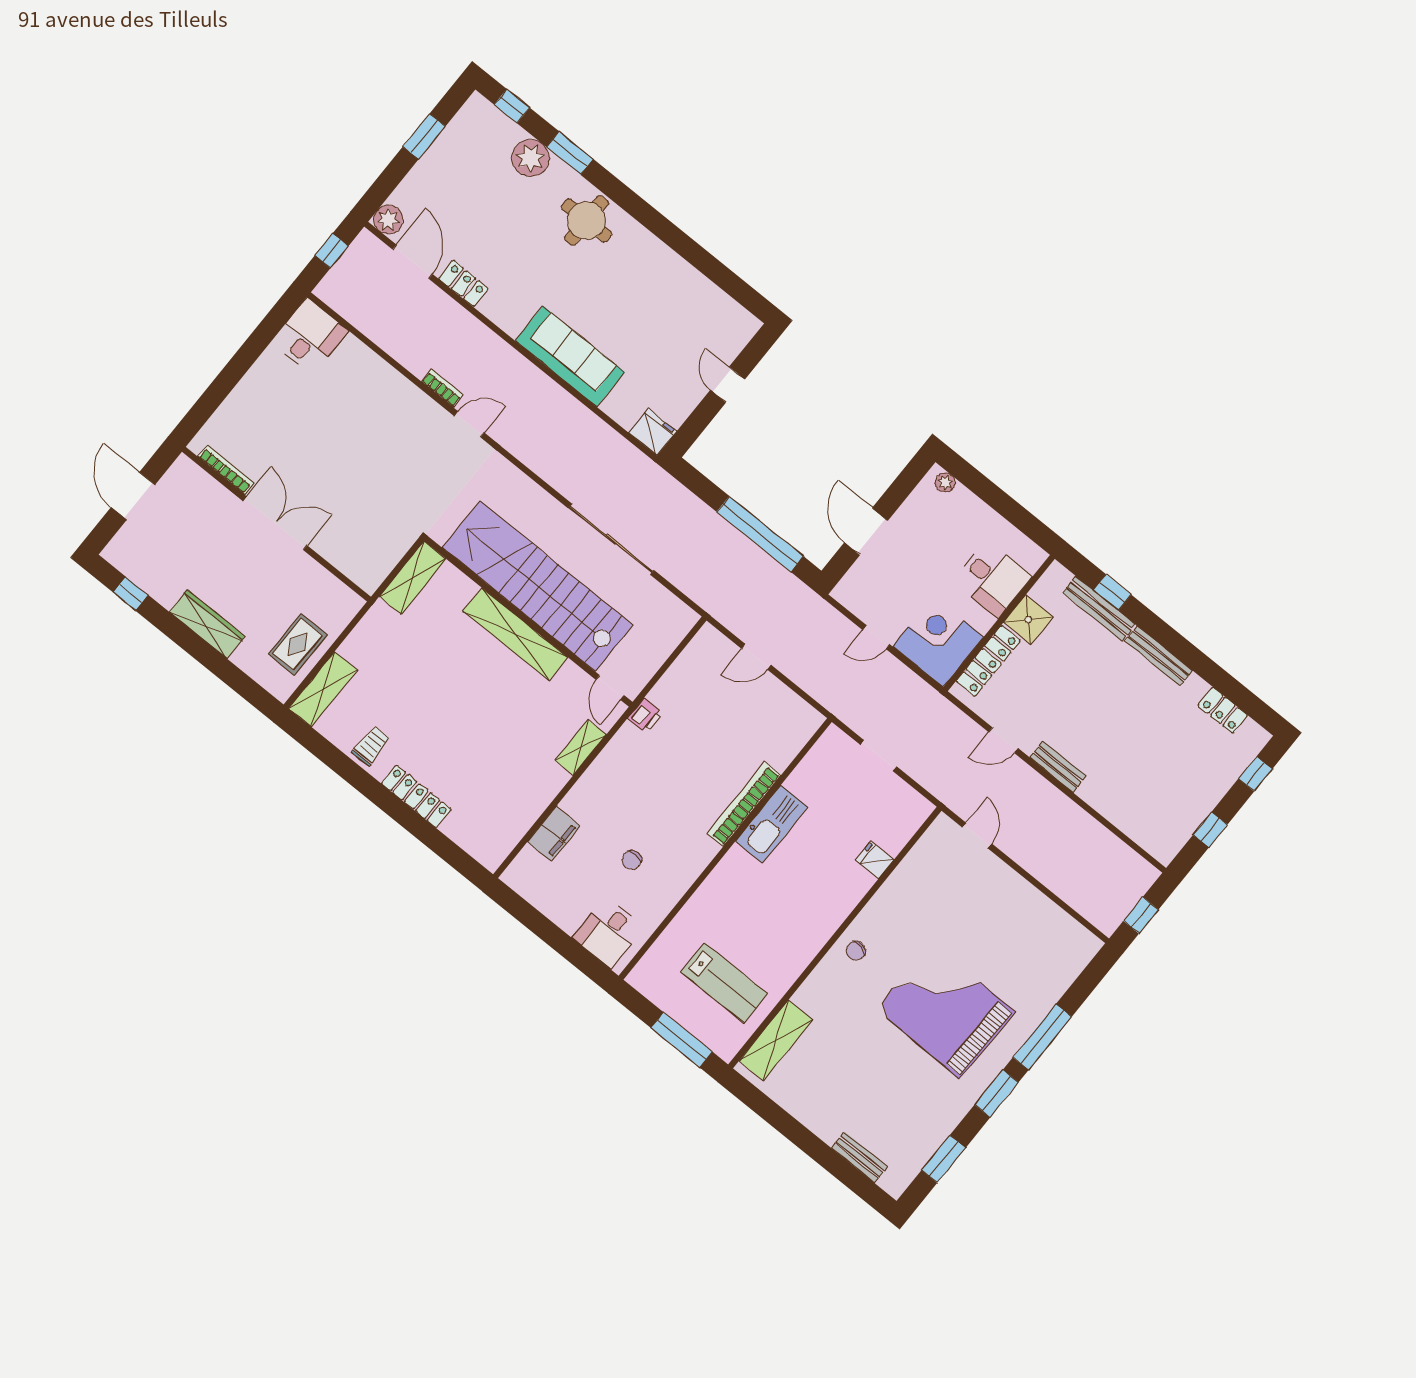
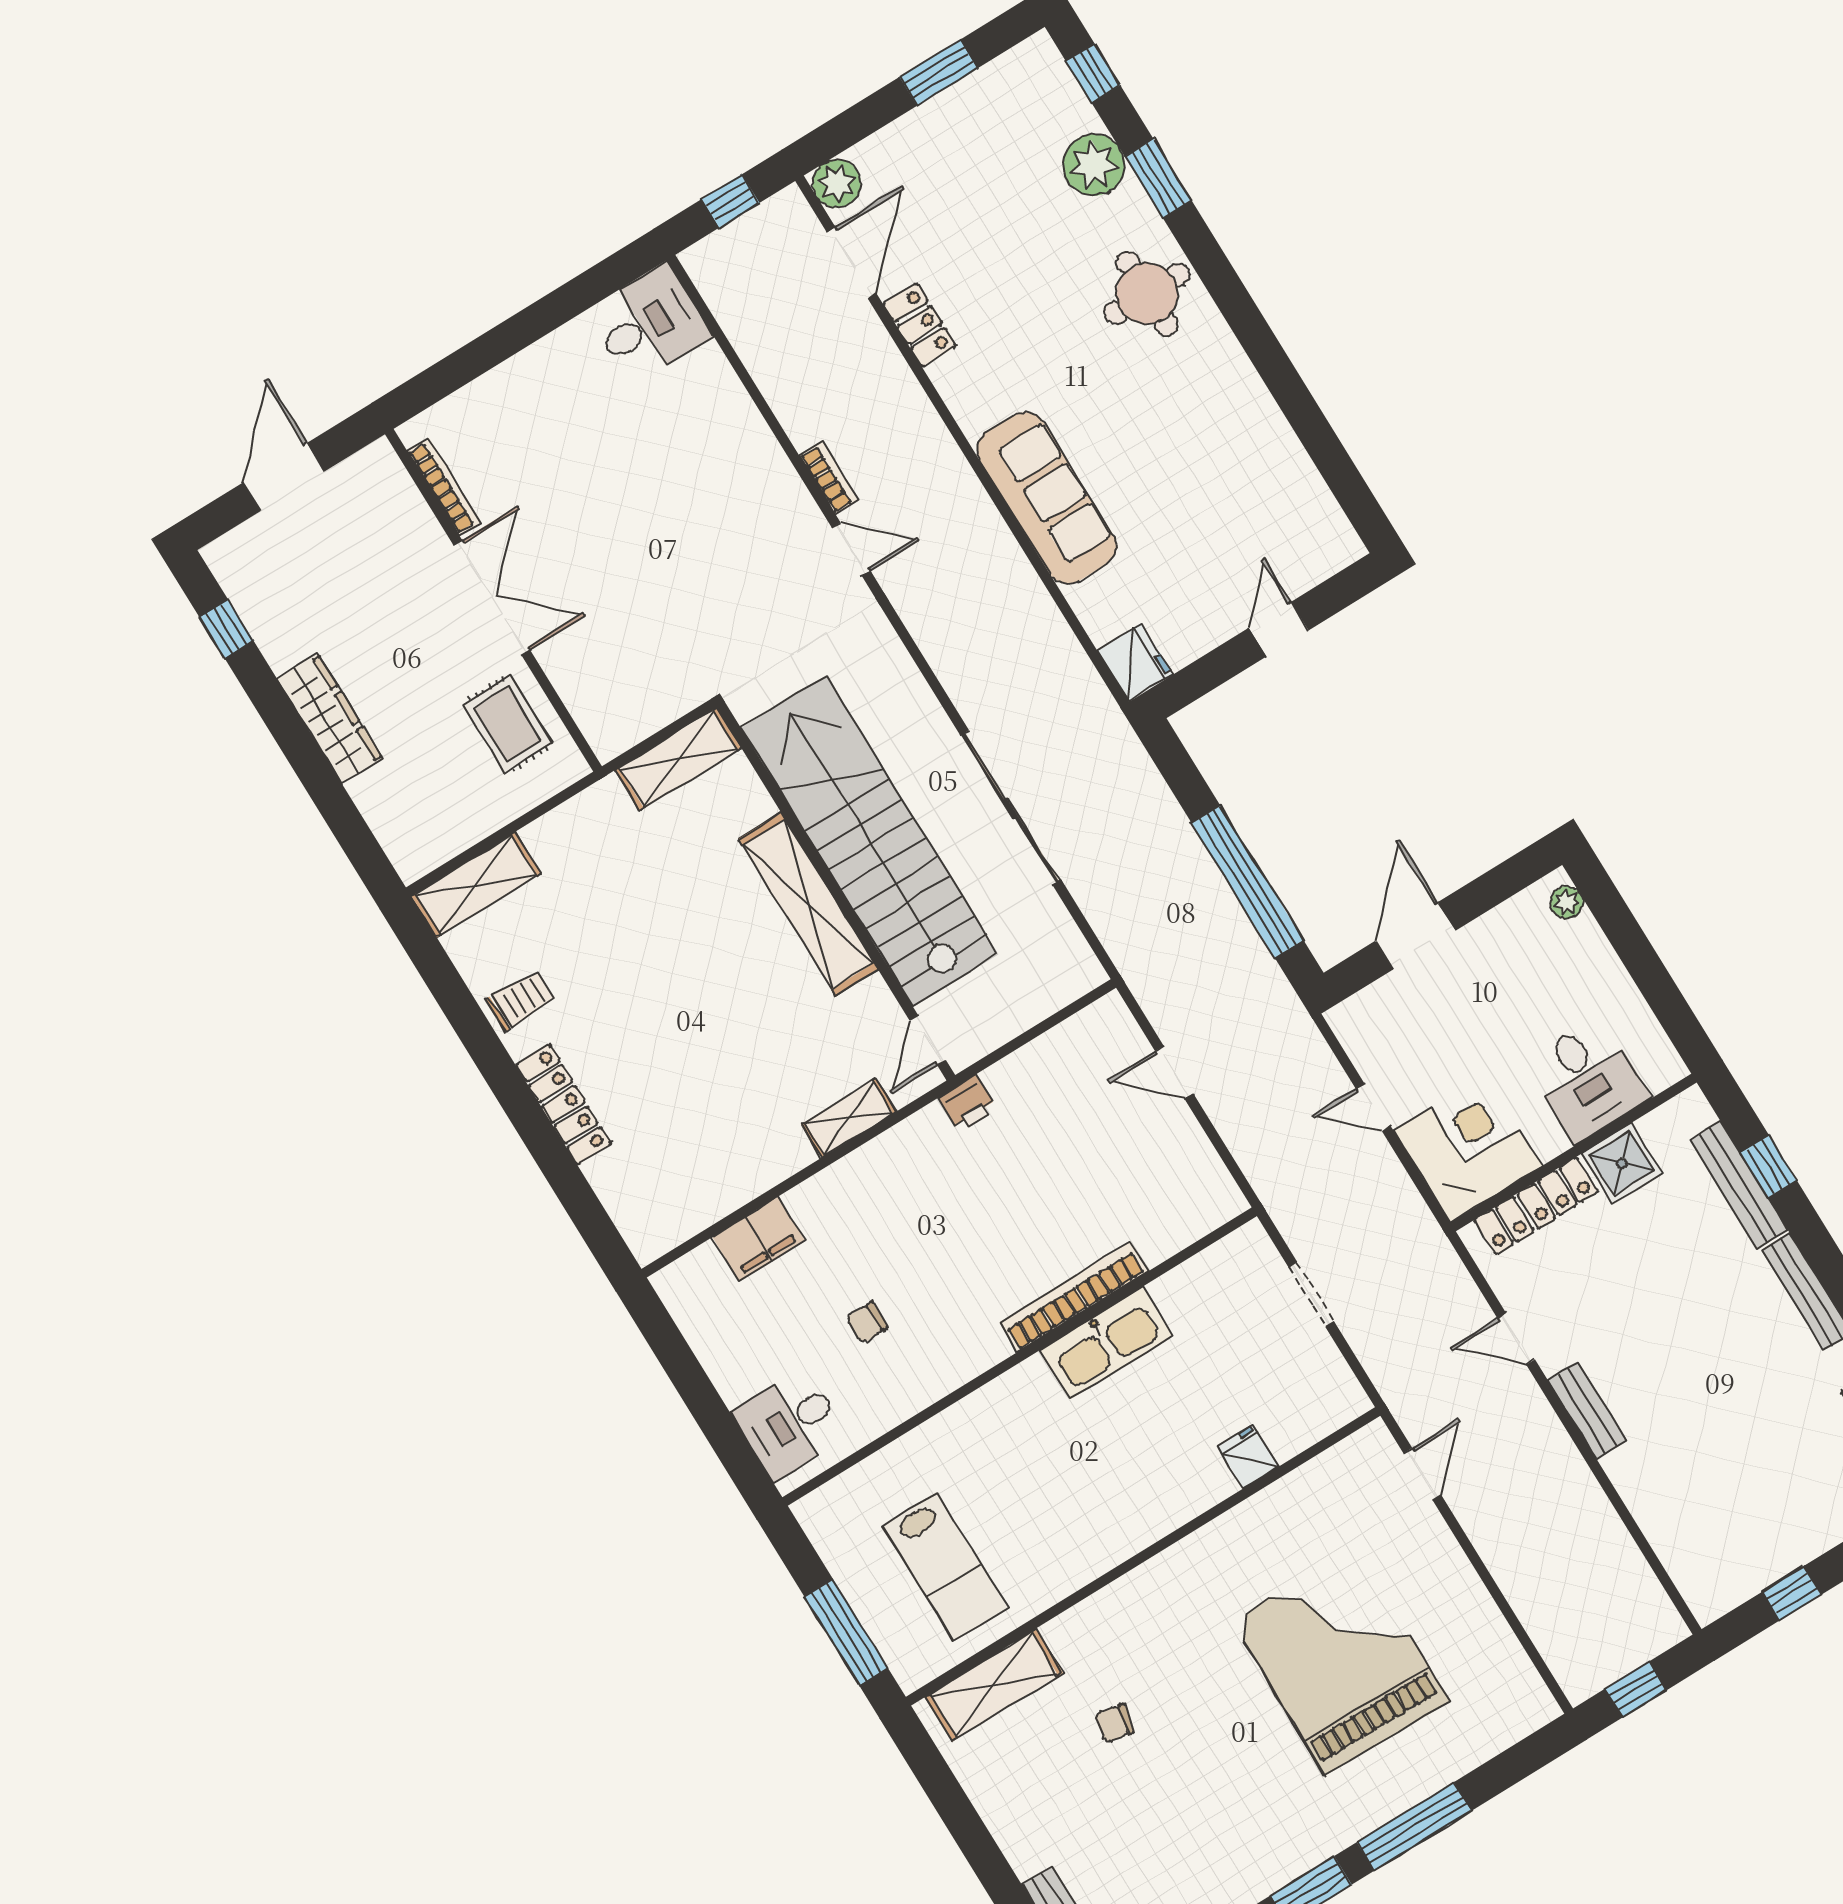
rug: (298, 644) -> (508, 724), moved, turned 90
chair: (856, 951) -> (1115, 1723), moved
grand piano: (945, 1010) -> (1341, 1661), moved

